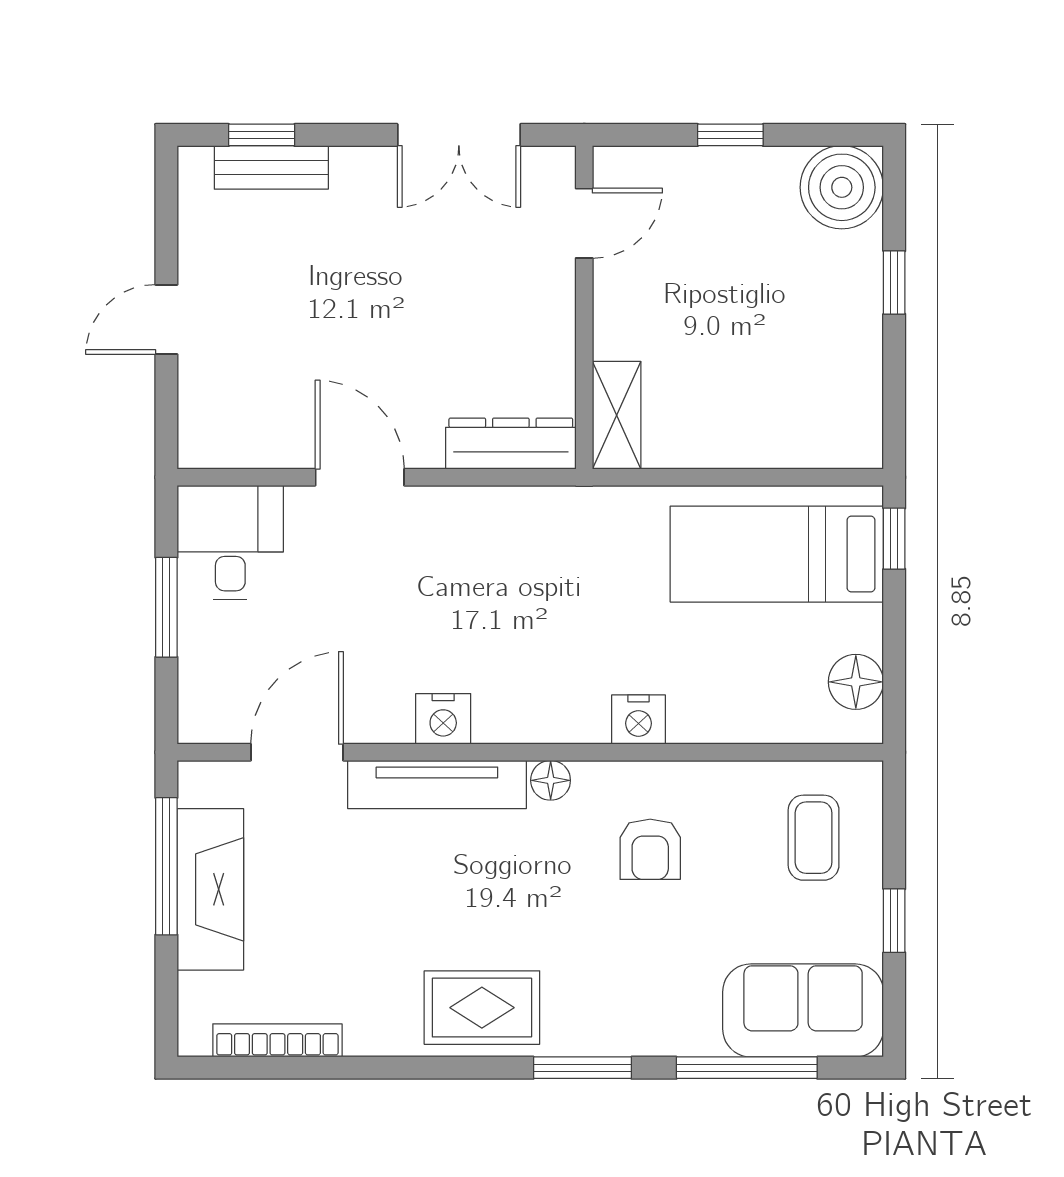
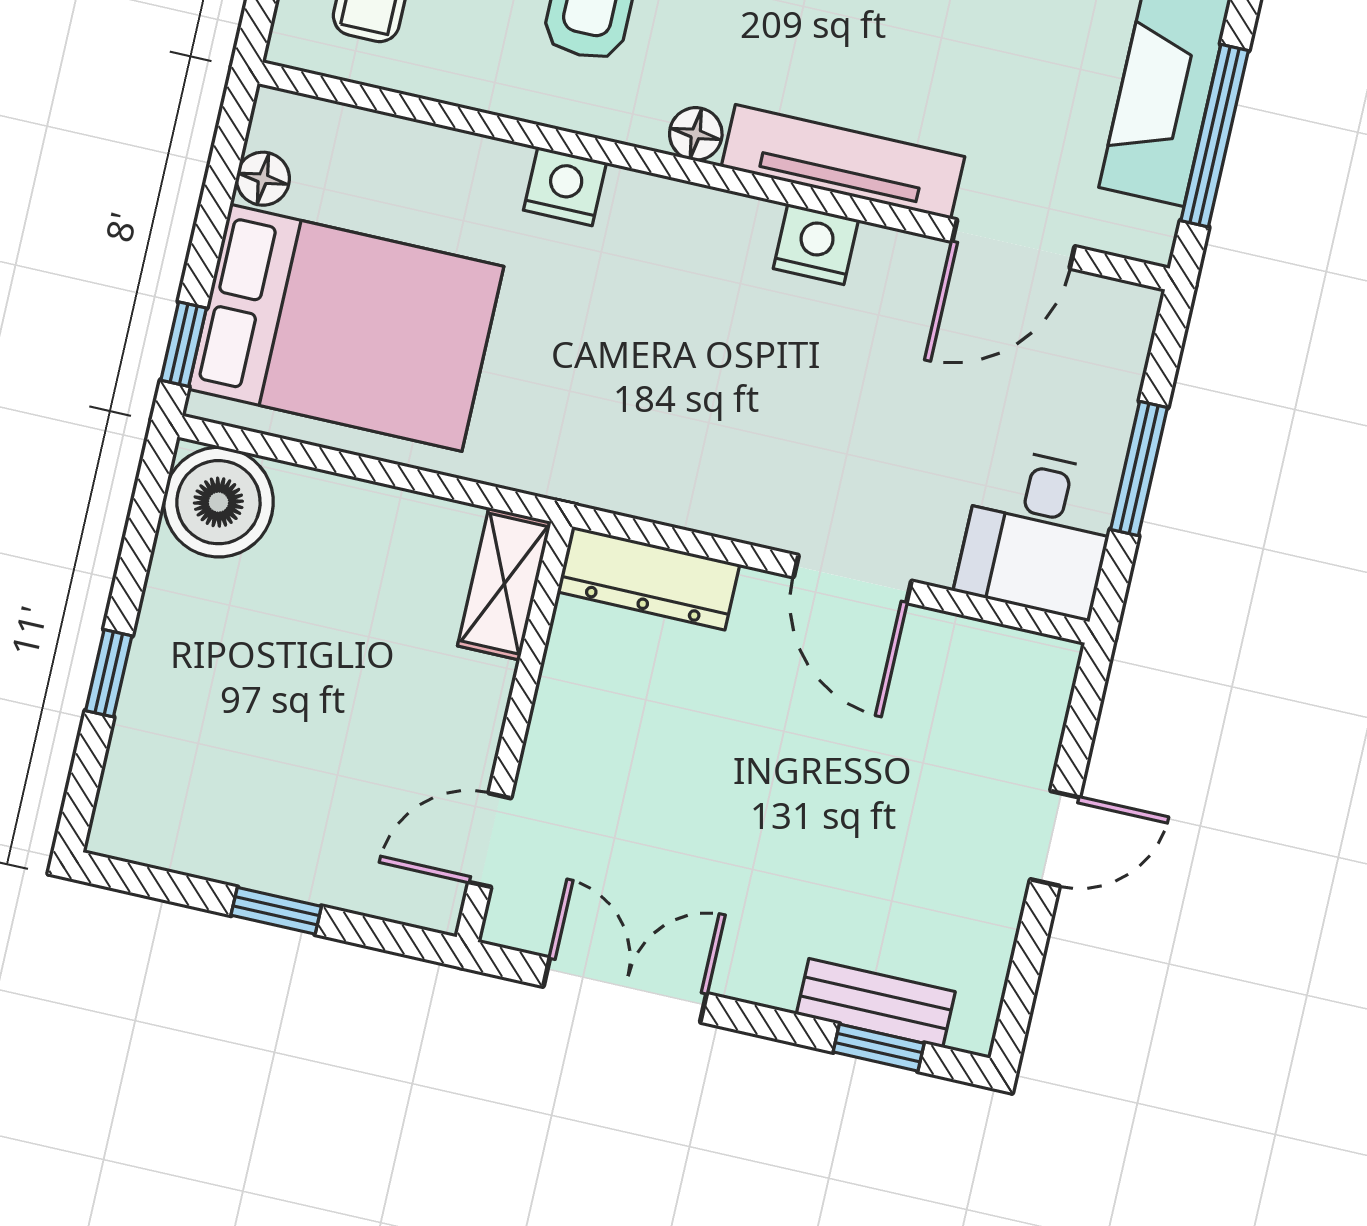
boiler: (842, 187) -> (218, 502), moved
bed: (777, 554) -> (346, 328), width x1.50
floor lamp: (856, 682) -> (263, 179), width x0.73, depth x0.73

